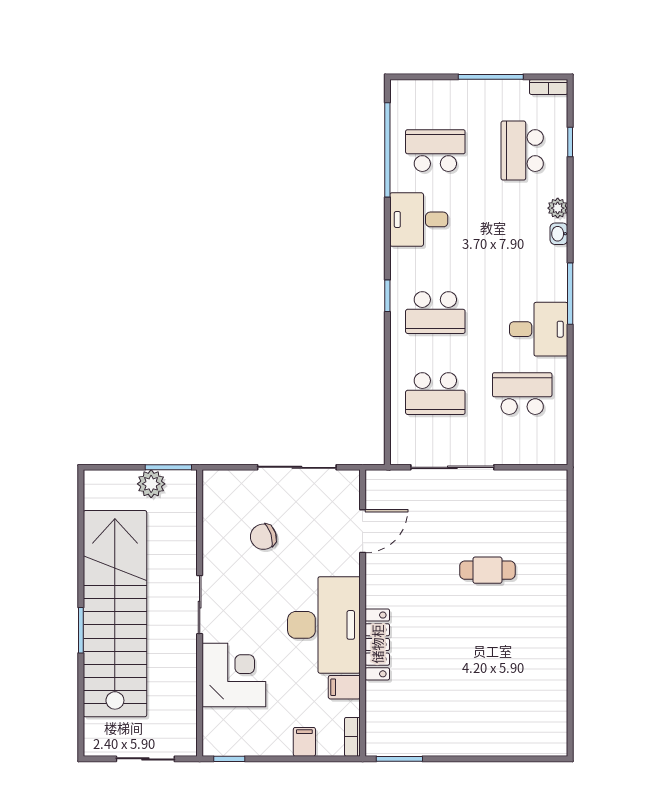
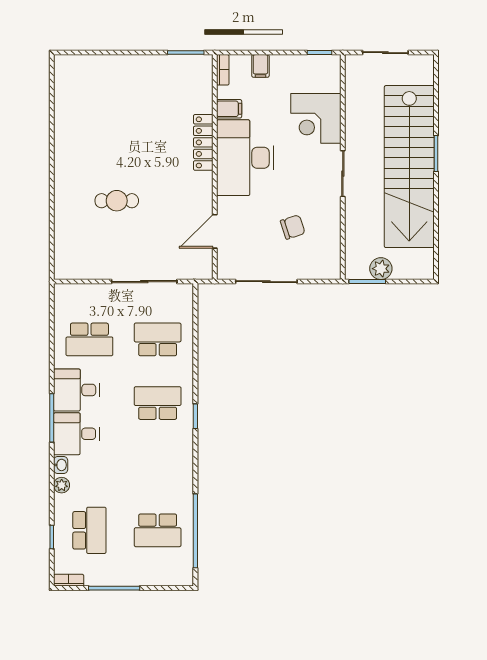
desk: (419, 219) -> (76, 434), moved, turned 180

